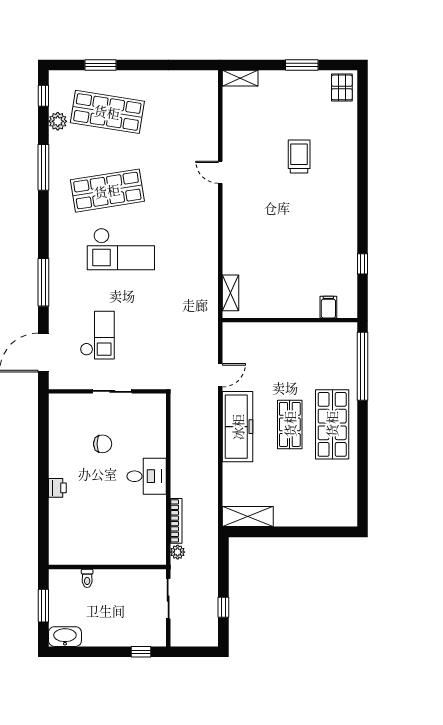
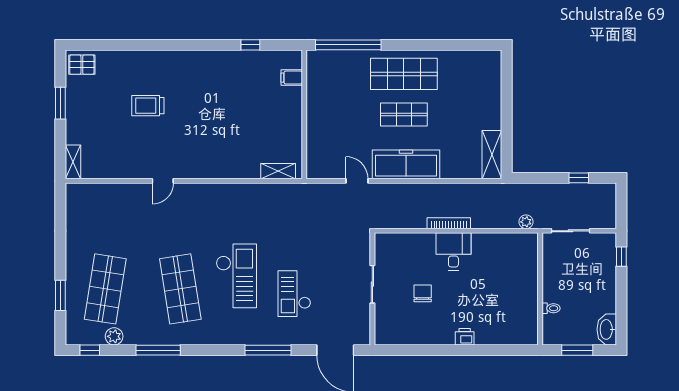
checkout: (97, 335) -> (294, 294), moved, turned -90
bookcase: (176, 521) -> (449, 223), moved

